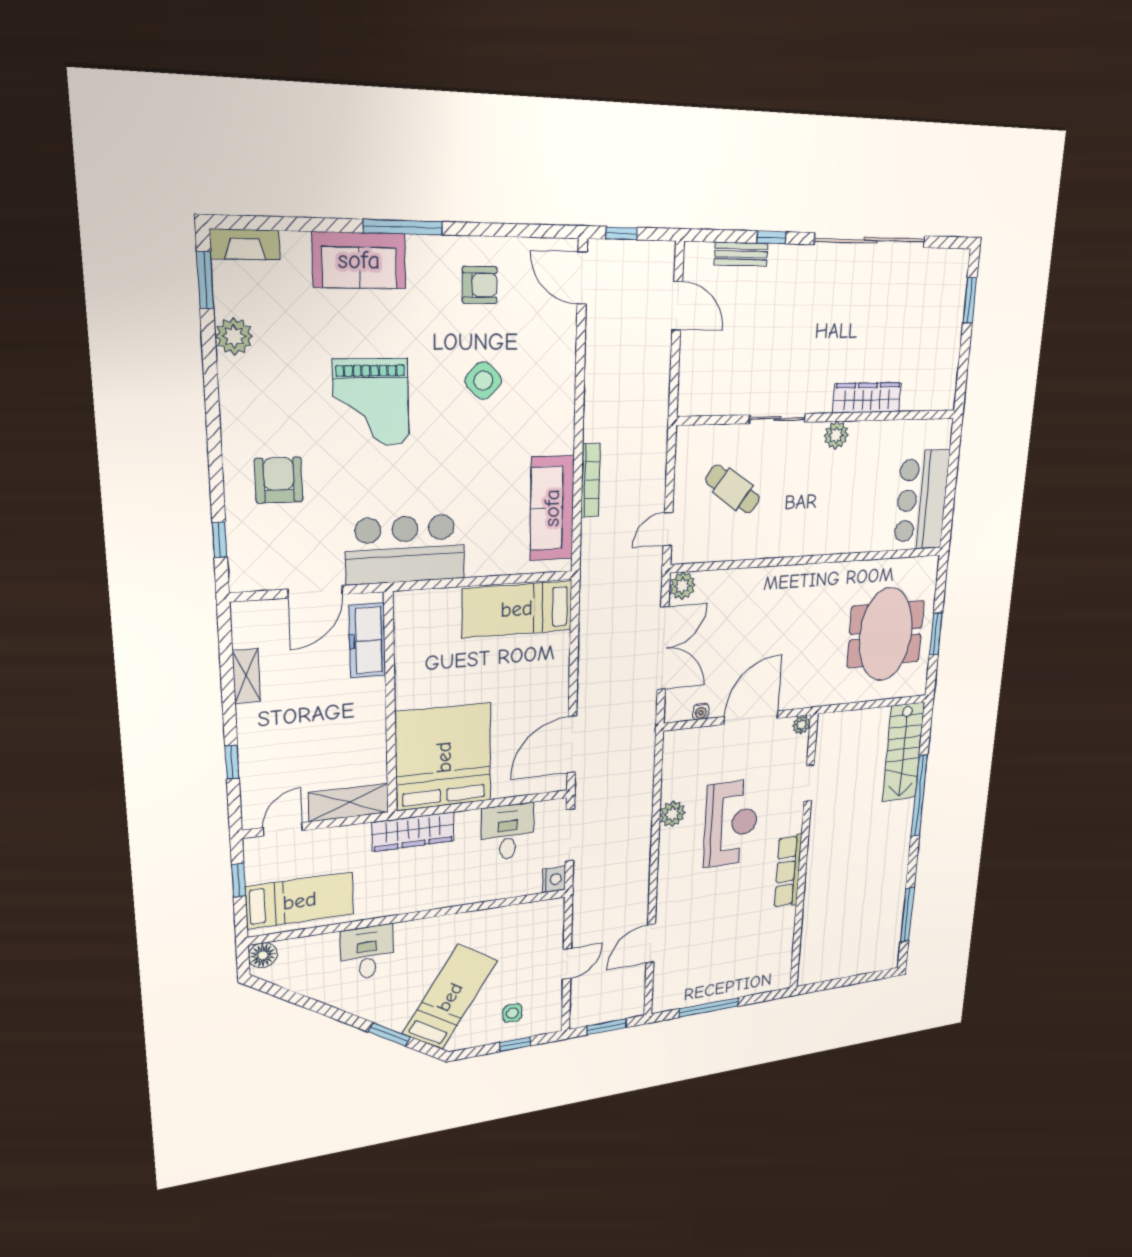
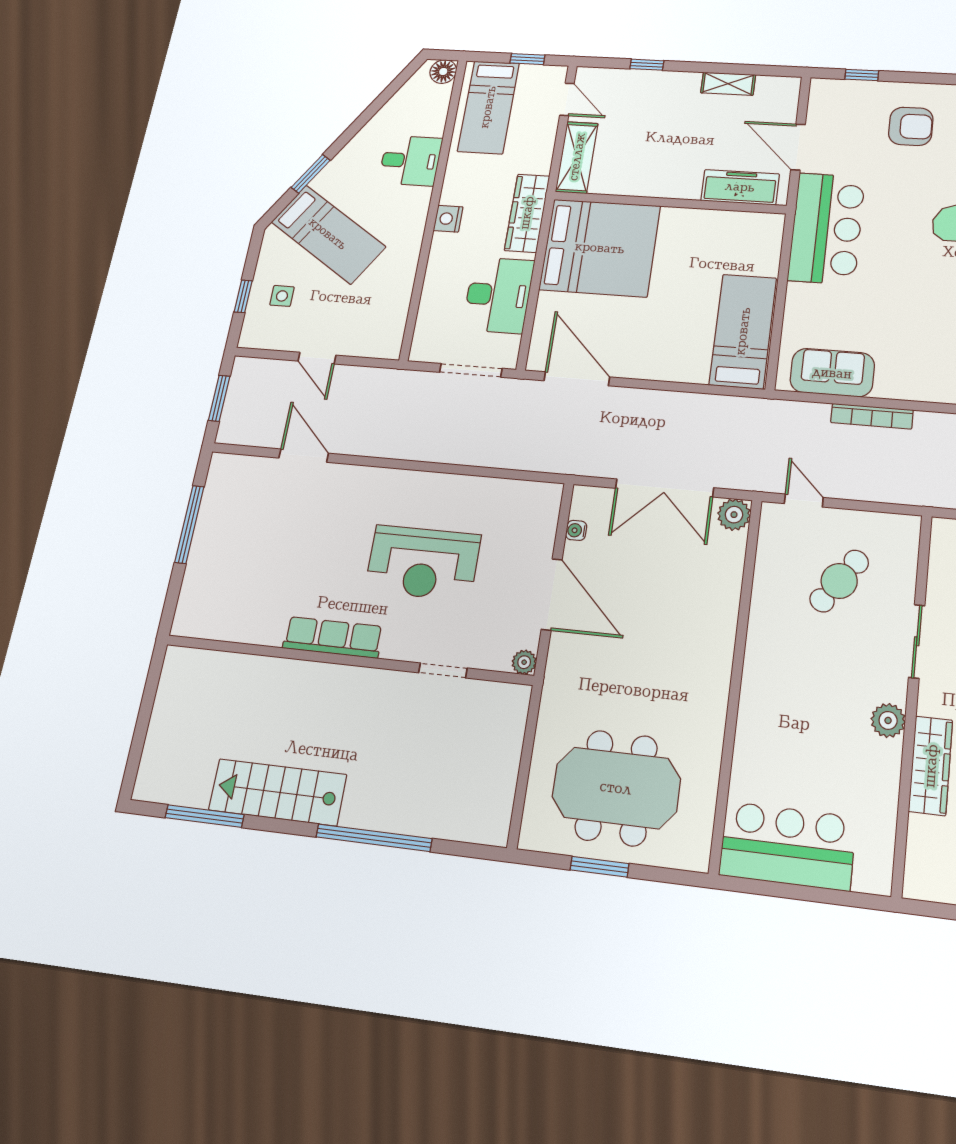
sofa: (552, 508) -> (832, 373), width x0.73
stairs: (903, 752) -> (278, 792), moved
plant: (672, 814) -> (458, 490), removed
desk: (508, 832) -> (498, 295), width x1.37
nightstand: (554, 879) -> (448, 219), moved, turned 90

